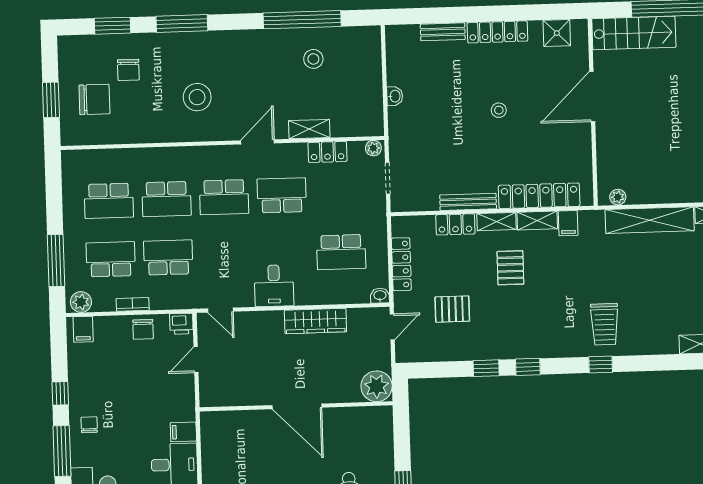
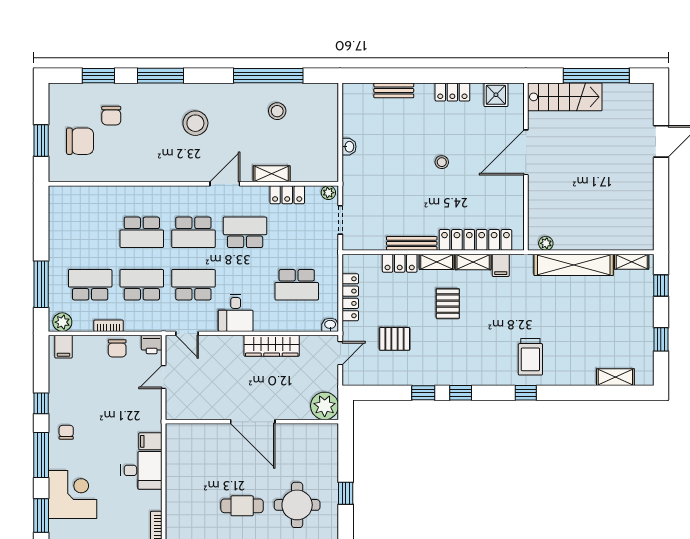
locker: (497, 32) -> (452, 92), width x0.66
stool: (197, 97) -> (195, 123), moved
school desk: (109, 201) -> (193, 285), moved, turned 180

